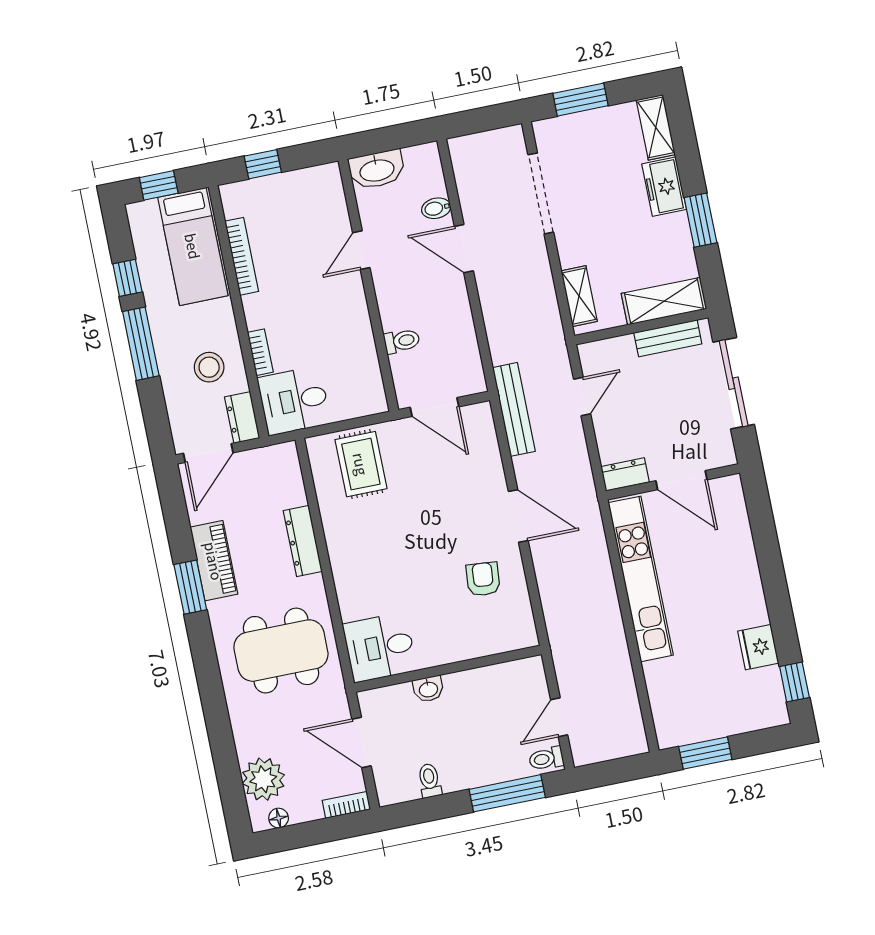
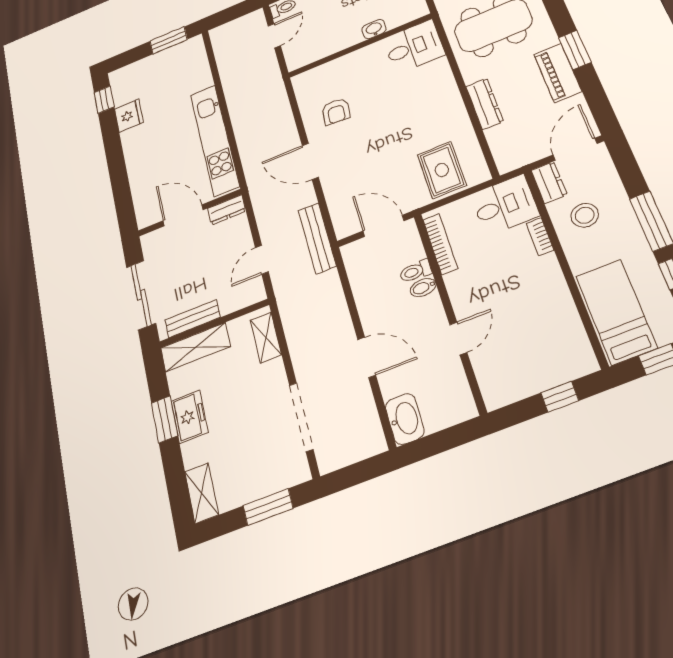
washbasin: (377, 170) -> (405, 419), moved, turned 90
freezer: (664, 187) -> (190, 417), moved
bidet: (436, 208) -> (423, 288), moved, turned 180
bookcase: (242, 256) -> (440, 244), moved, turned 180

